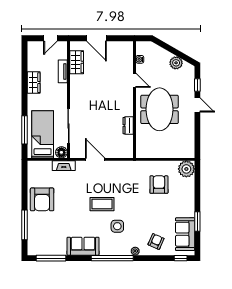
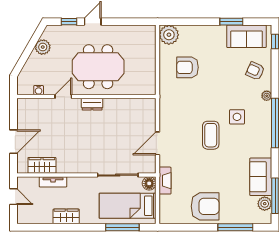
dresser: (128, 126) -> (92, 104), moved
sofa: (83, 246) -> (261, 177), moved
plant: (44, 249) -> (265, 204), added

